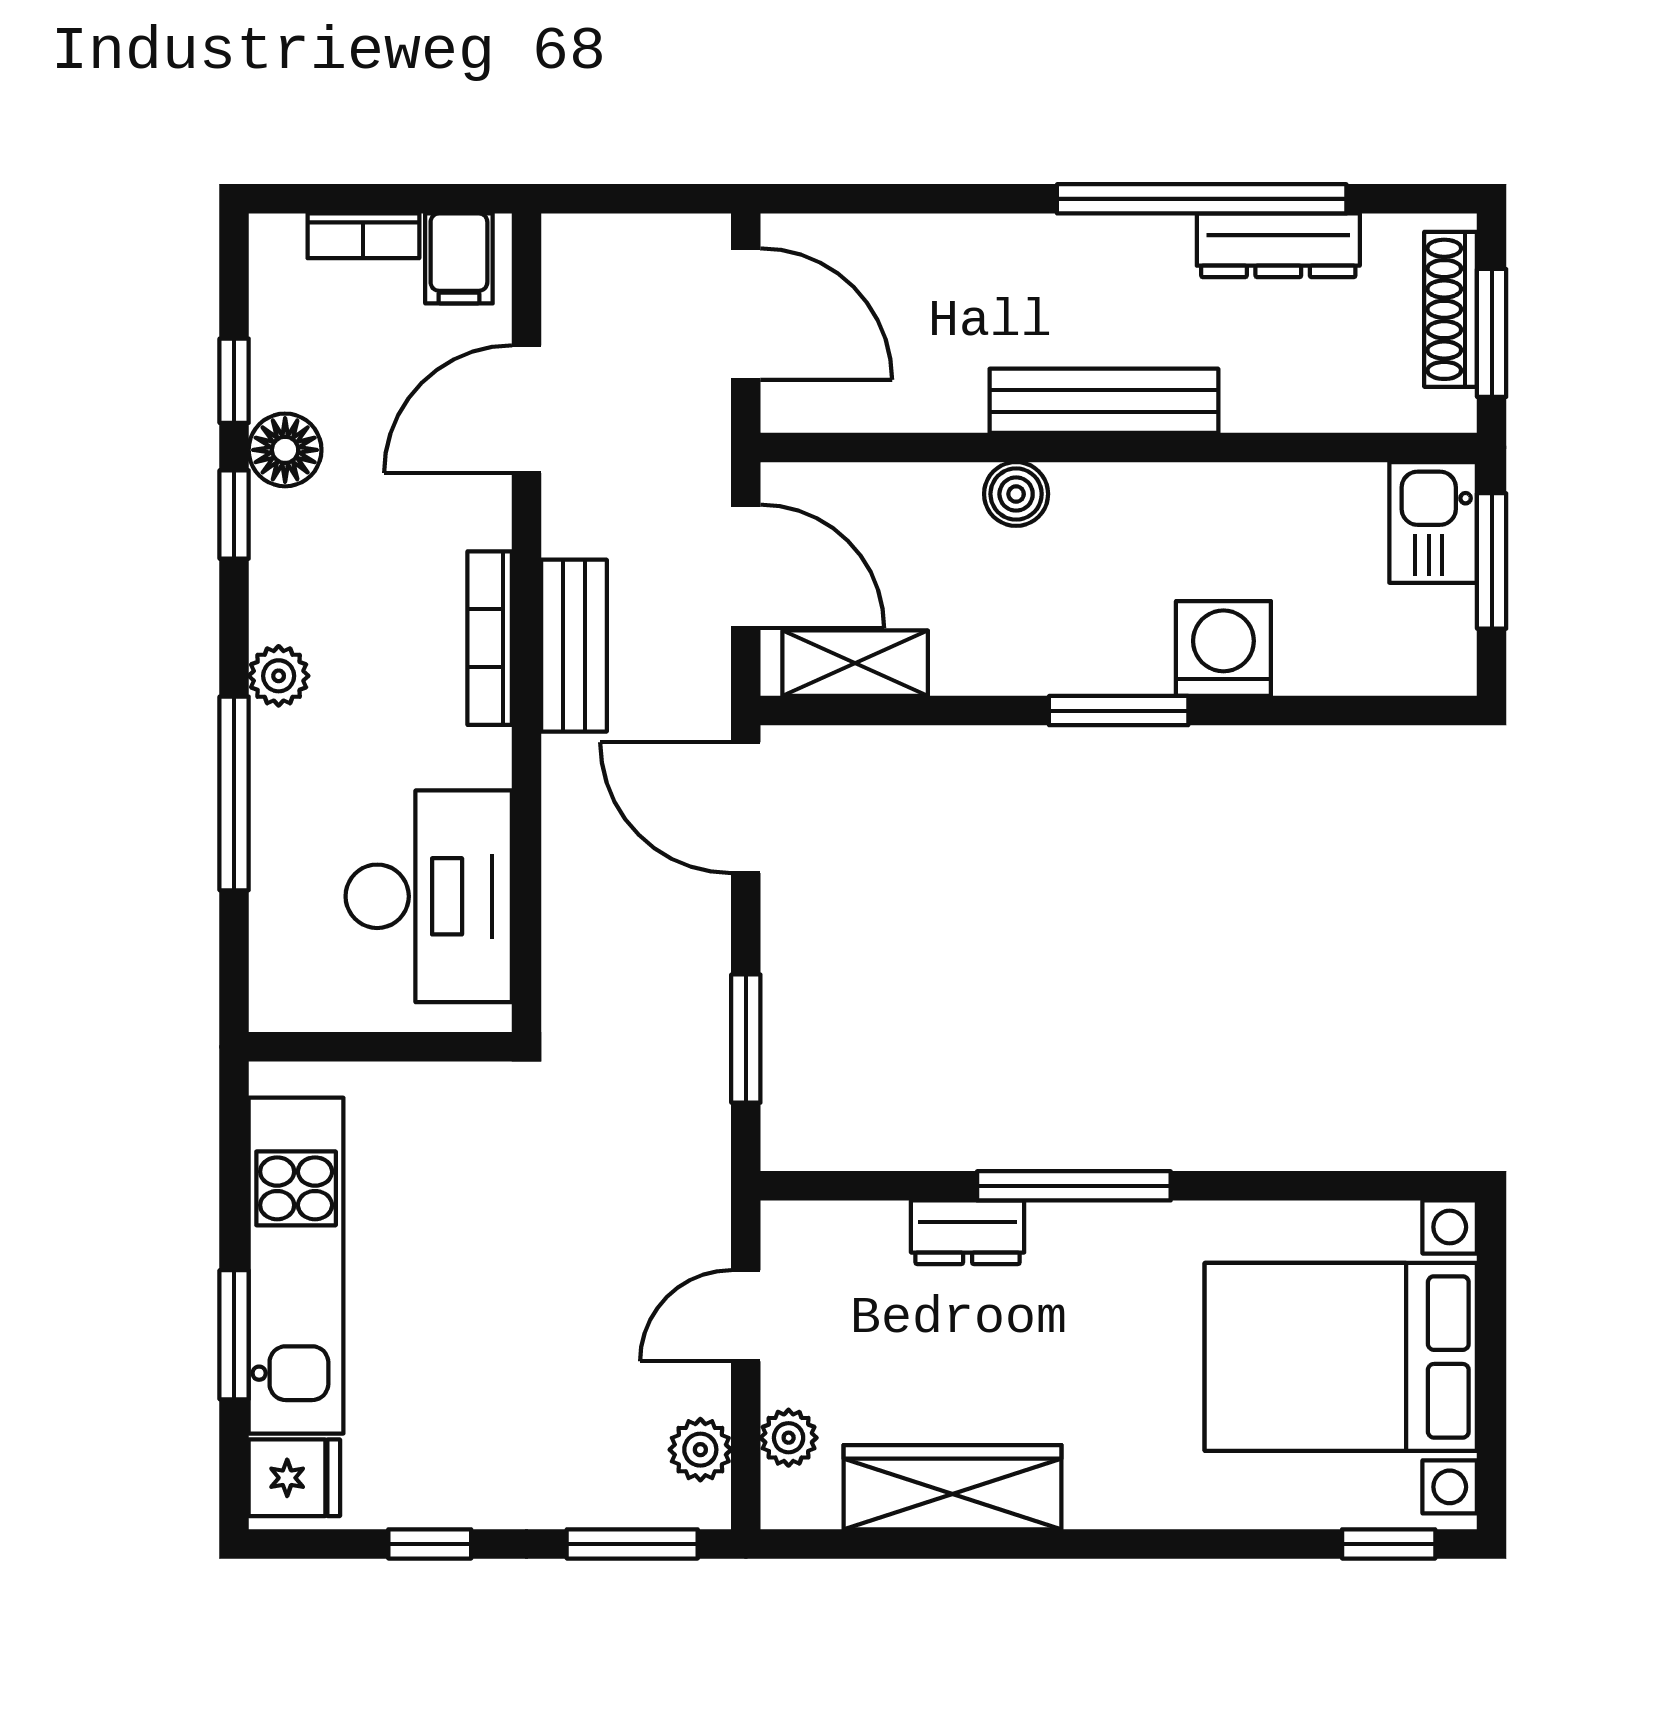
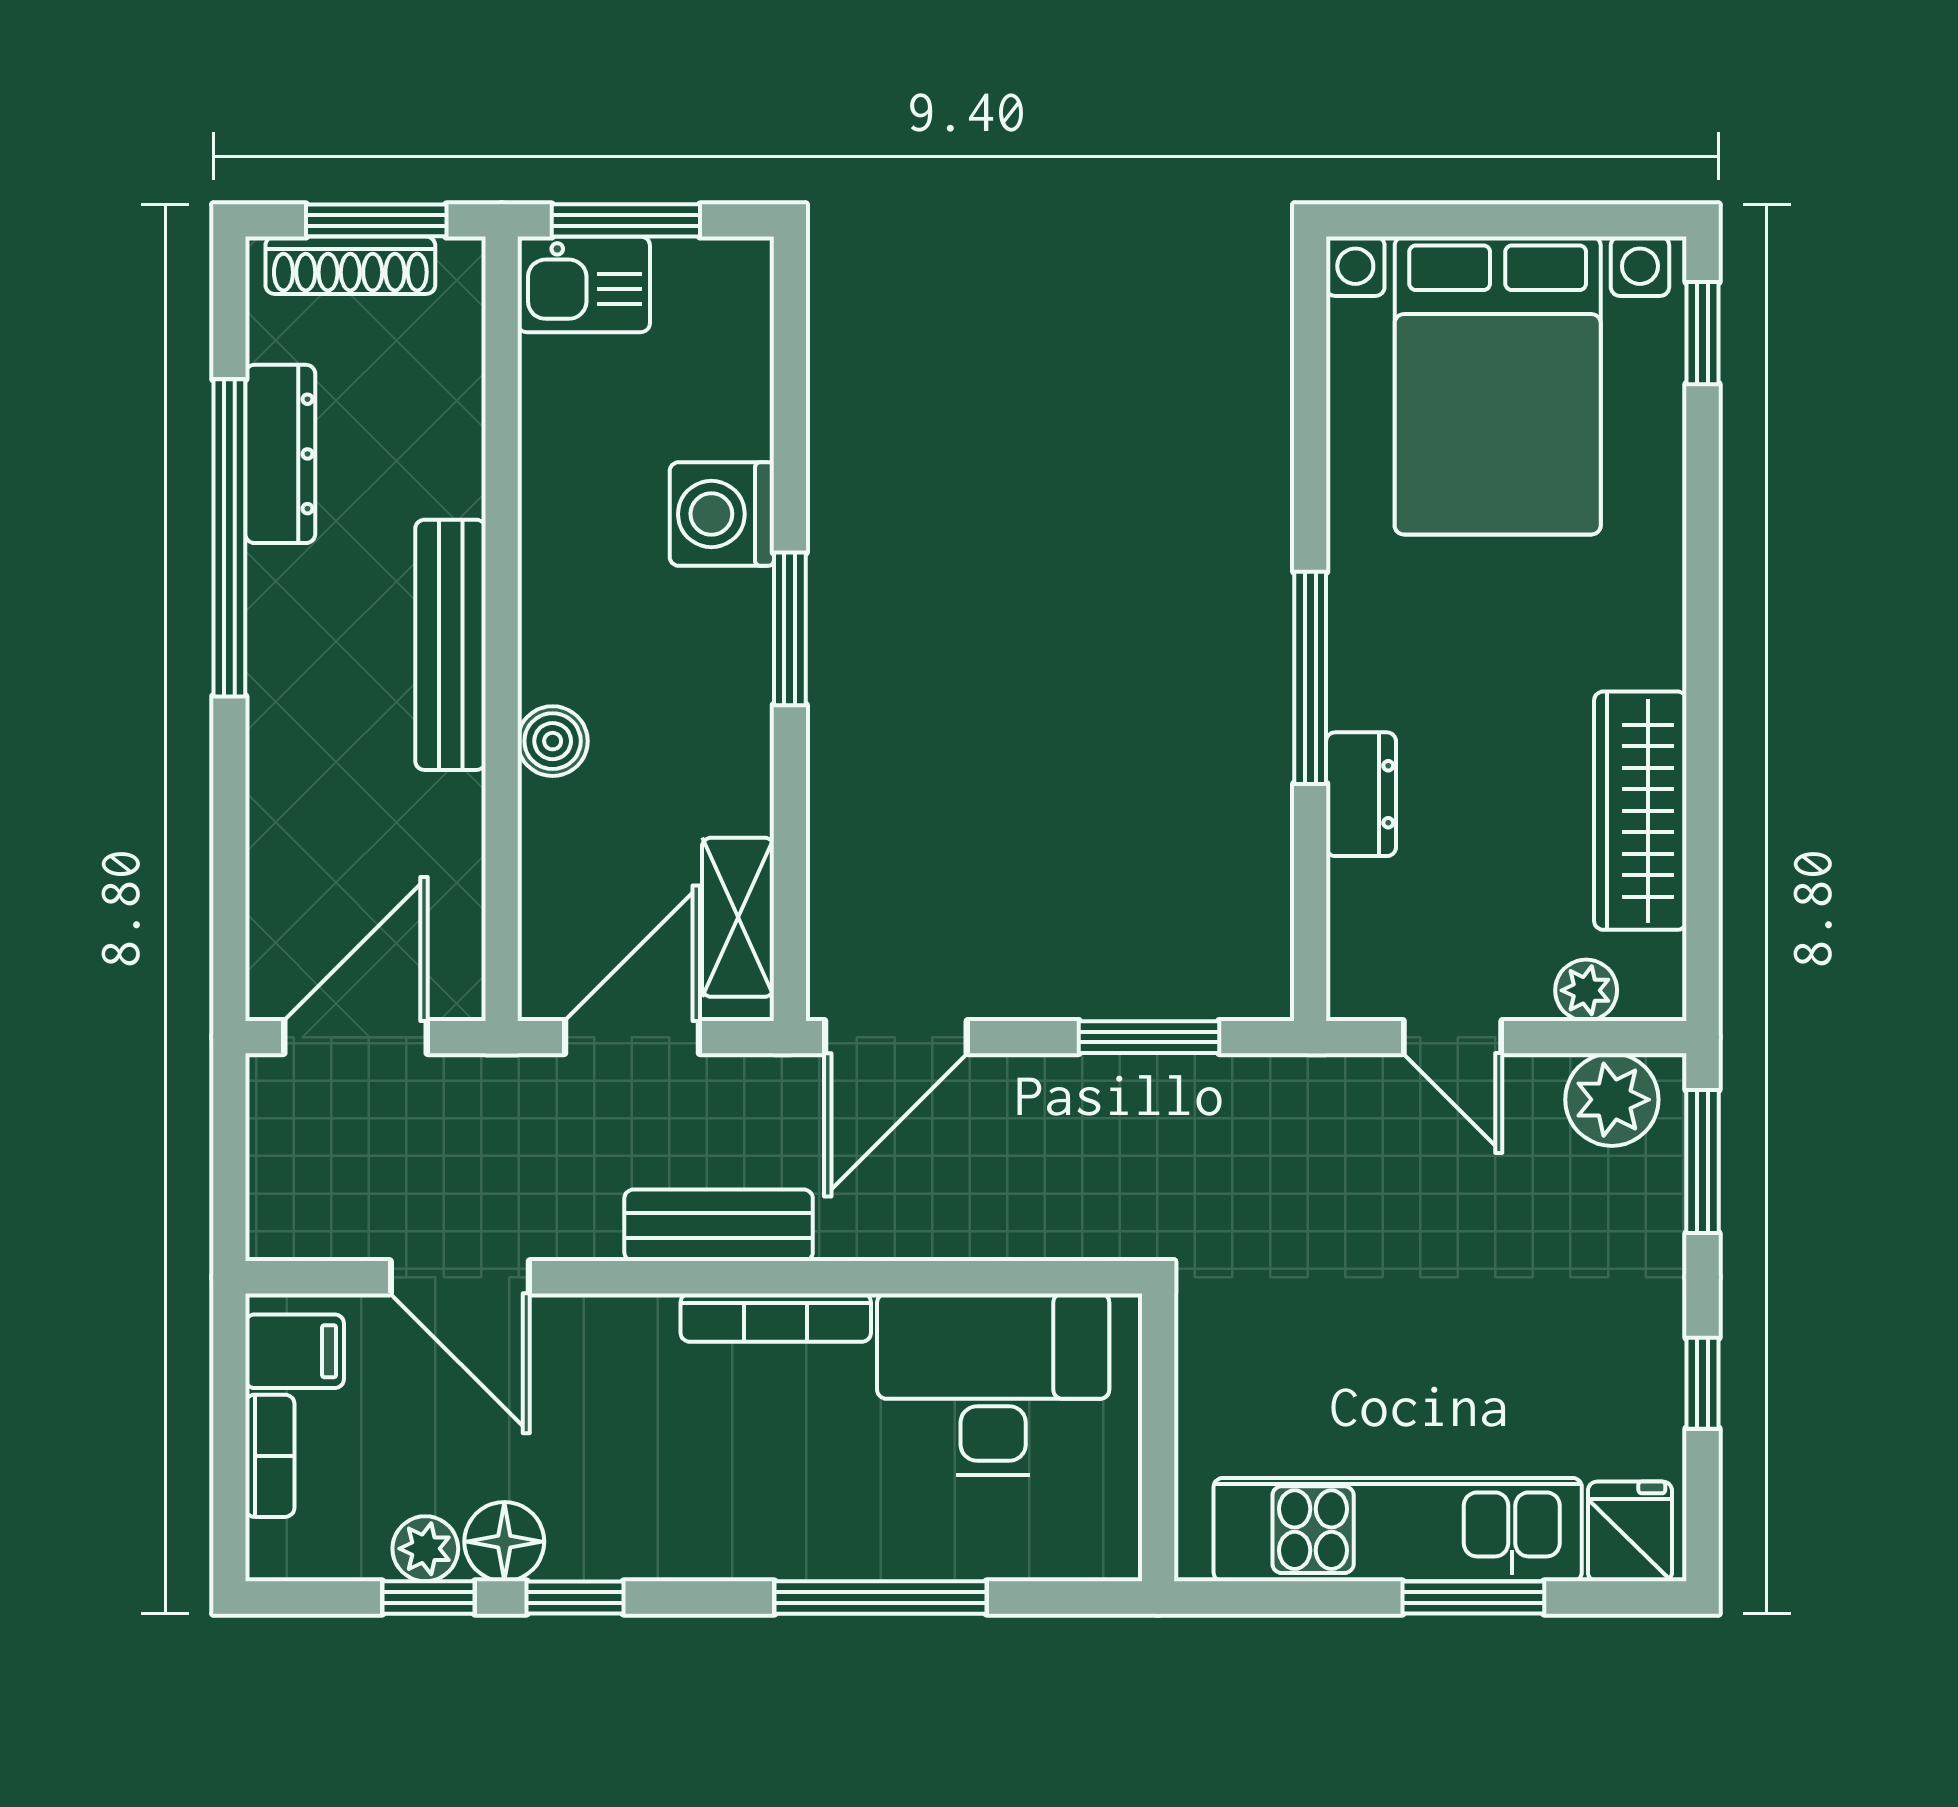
bookcase: (490, 638) -> (776, 1318), moved
plant: (279, 676) -> (425, 1549), moved
plant: (700, 1450) -> (1612, 1100), width x1.38, depth x1.38

